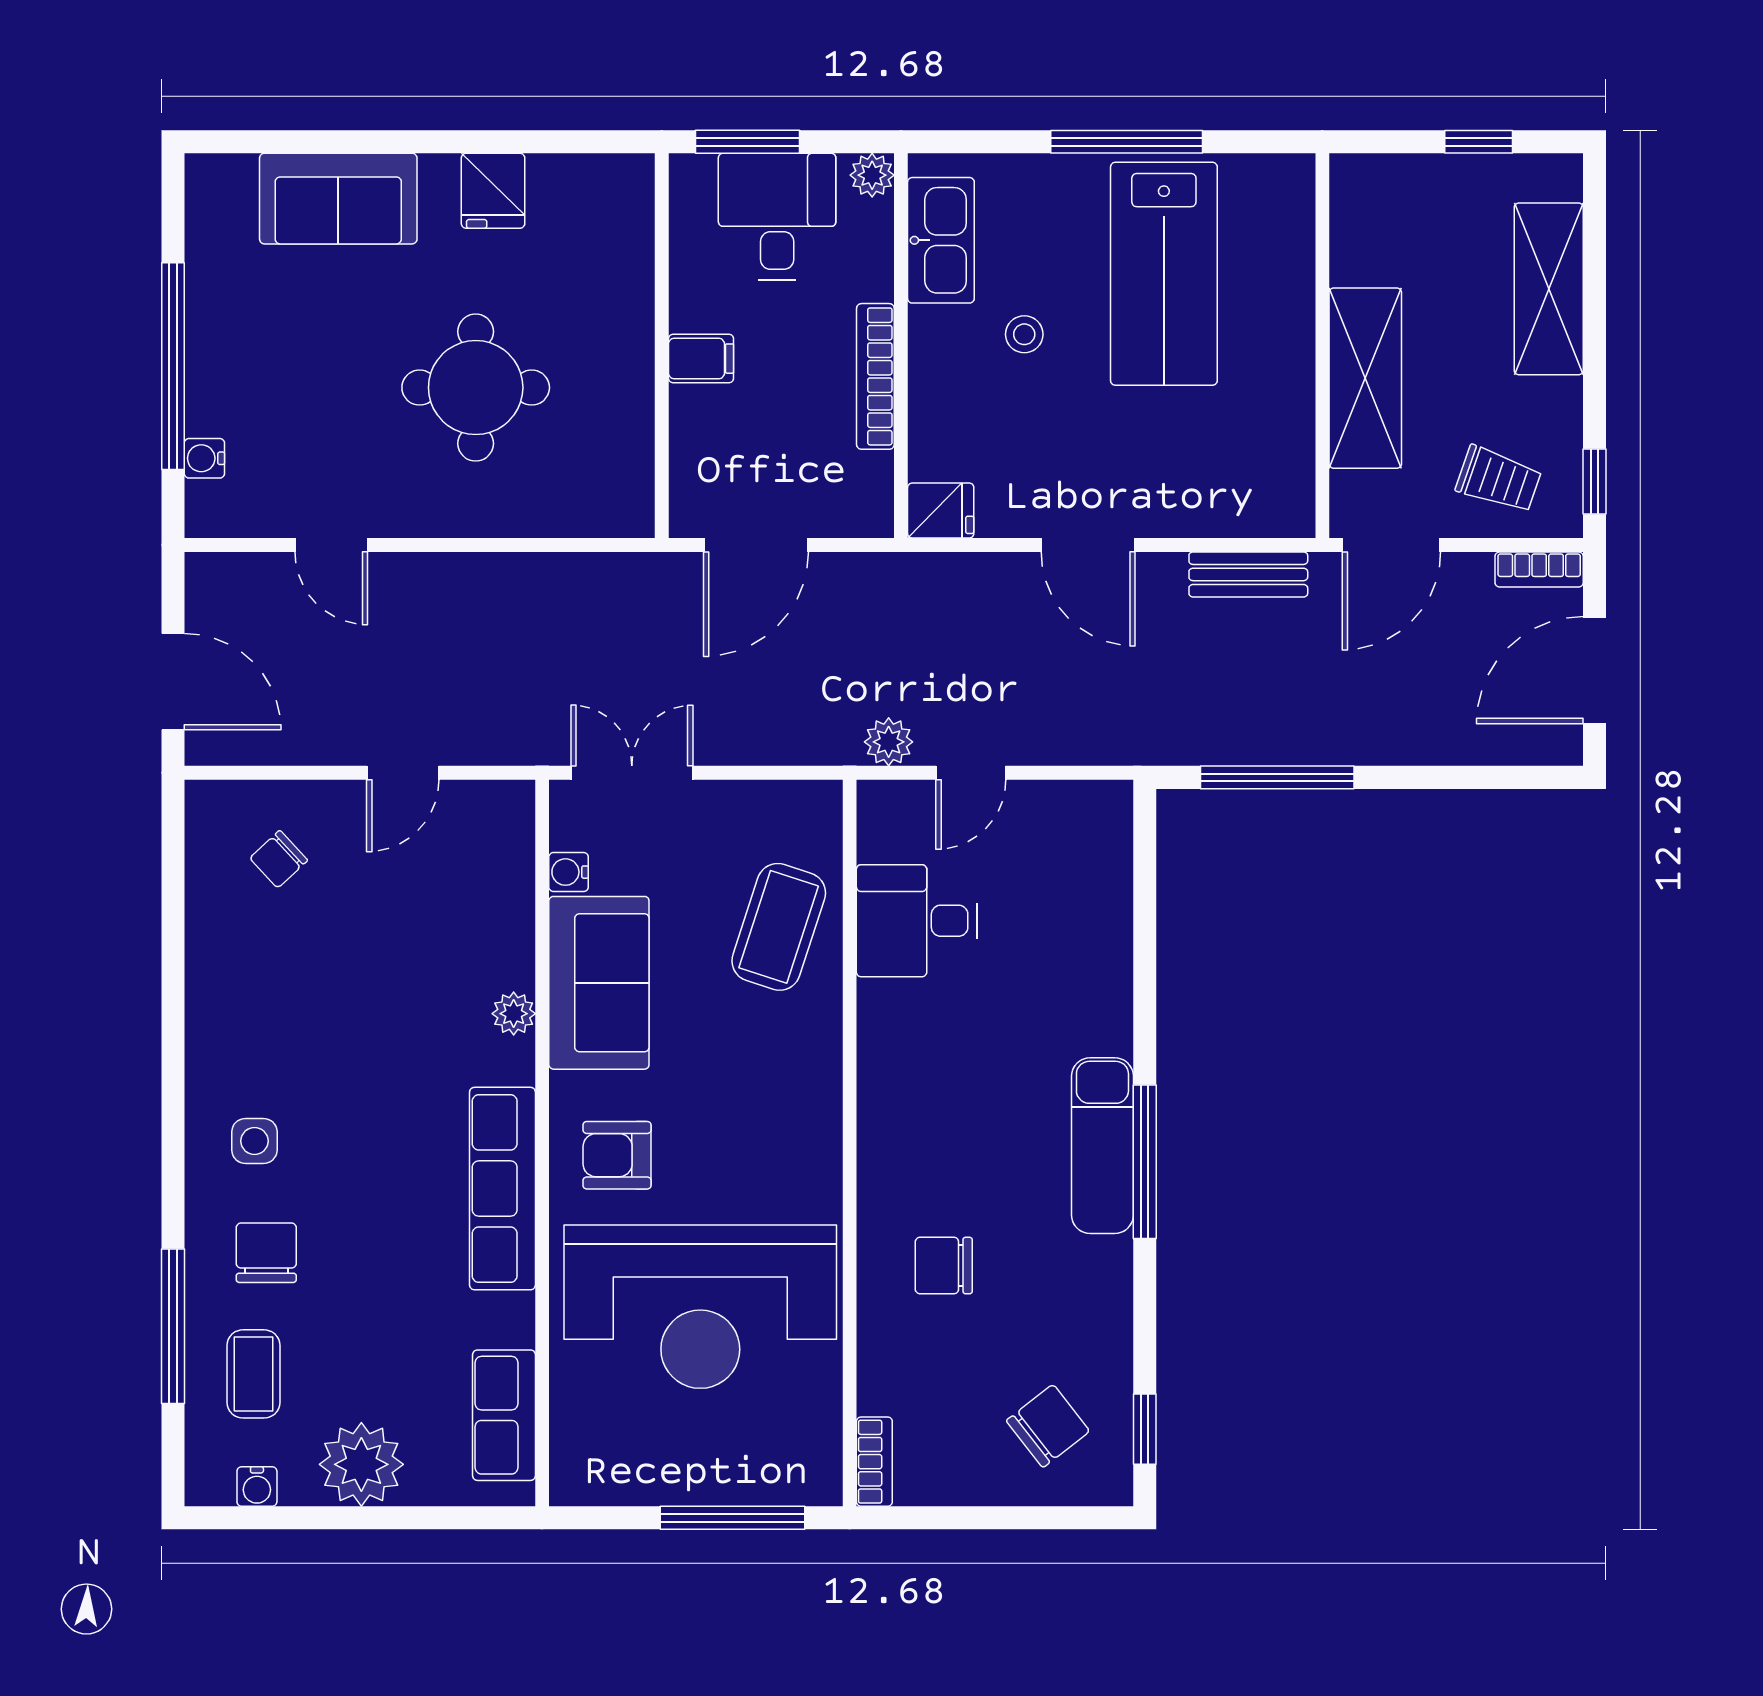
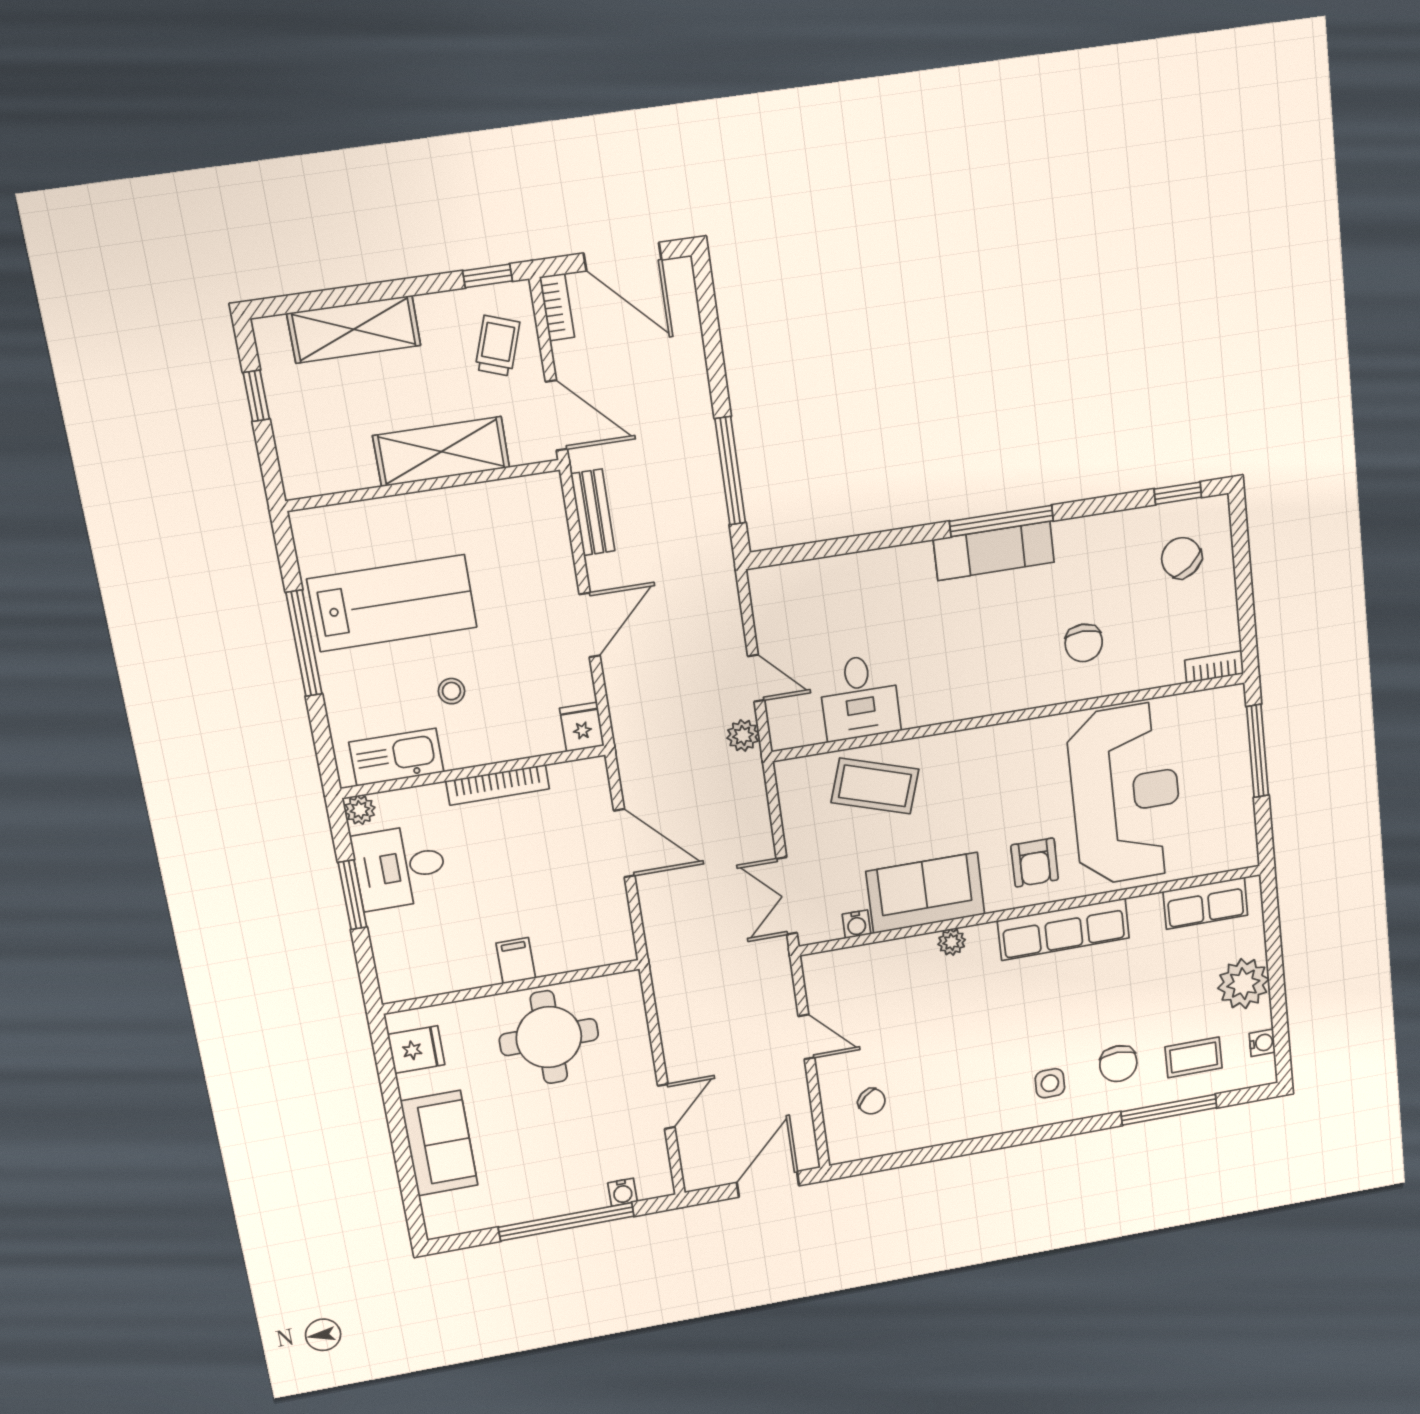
wall: (662, 346) -> (511, 987), moved
filing cabinet: (701, 359) -> (516, 961), moved
chair: (266, 1253) -> (1118, 1064), turned -90

